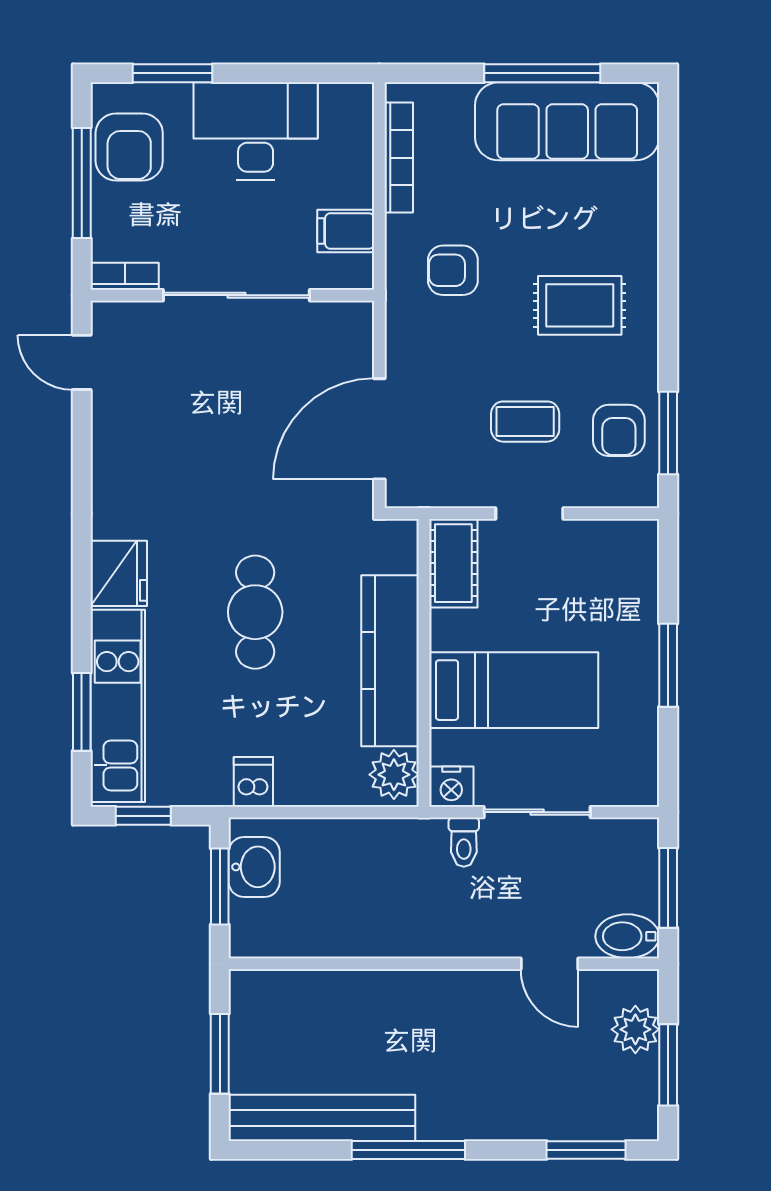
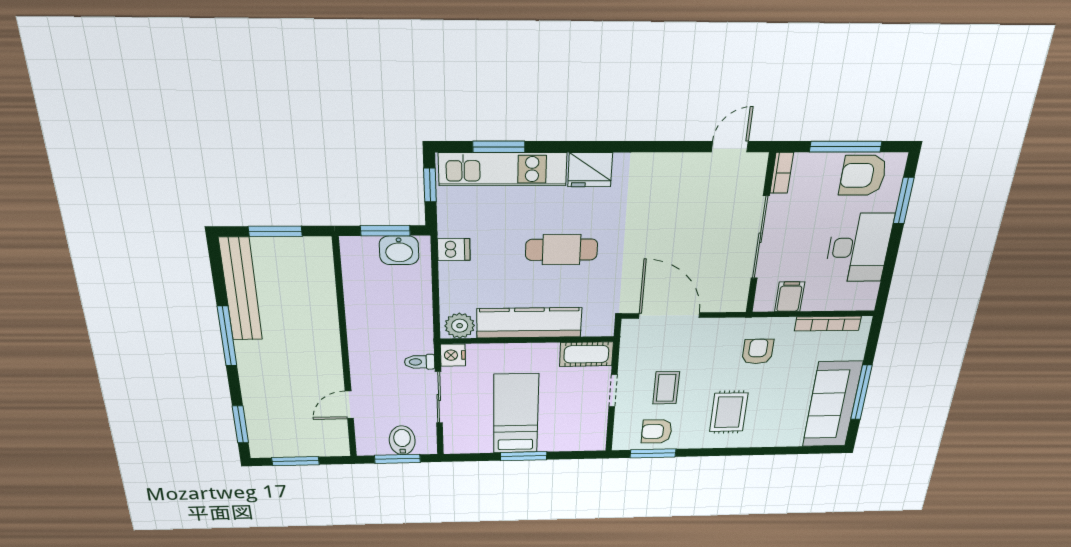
bed: (514, 690) -> (516, 414), moved, turned 180
bidet: (627, 936) -> (402, 440), moved
plant: (635, 1029) -> (314, 446), removed

